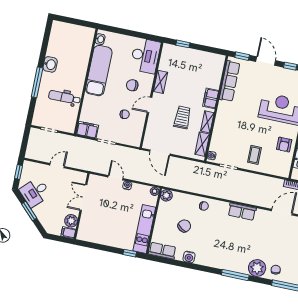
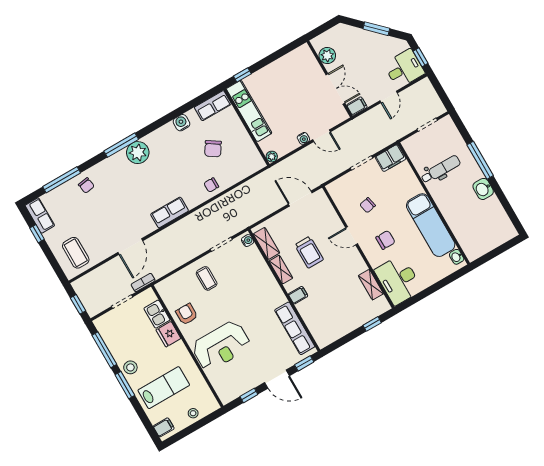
shelving: (160, 82) -> (371, 285), moved
filing cabinet: (211, 98) -> (298, 295), width x0.50
door: (149, 105) -> (352, 236), swing flipped
desk: (35, 192) -> (404, 69), moved, turned 45
plant: (166, 195) -> (257, 163), removed
filing cabinet: (68, 233) -> (357, 106), moved
plant: (257, 268) -> (138, 153), moved

